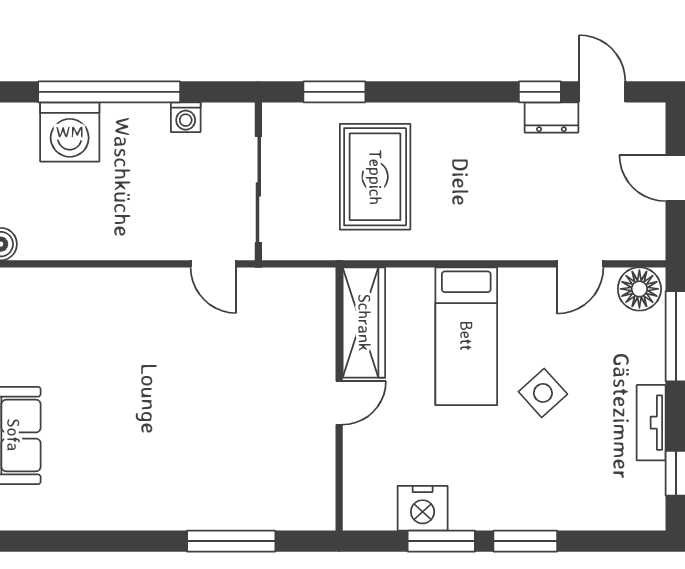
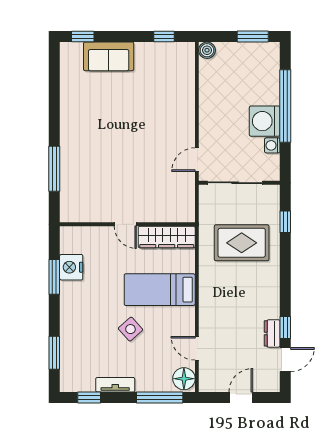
window: (334, 92) -> (285, 222), width x0.67
washing machine: (70, 132) -> (265, 121), moved
window: (525, 541) -> (54, 353), moved

